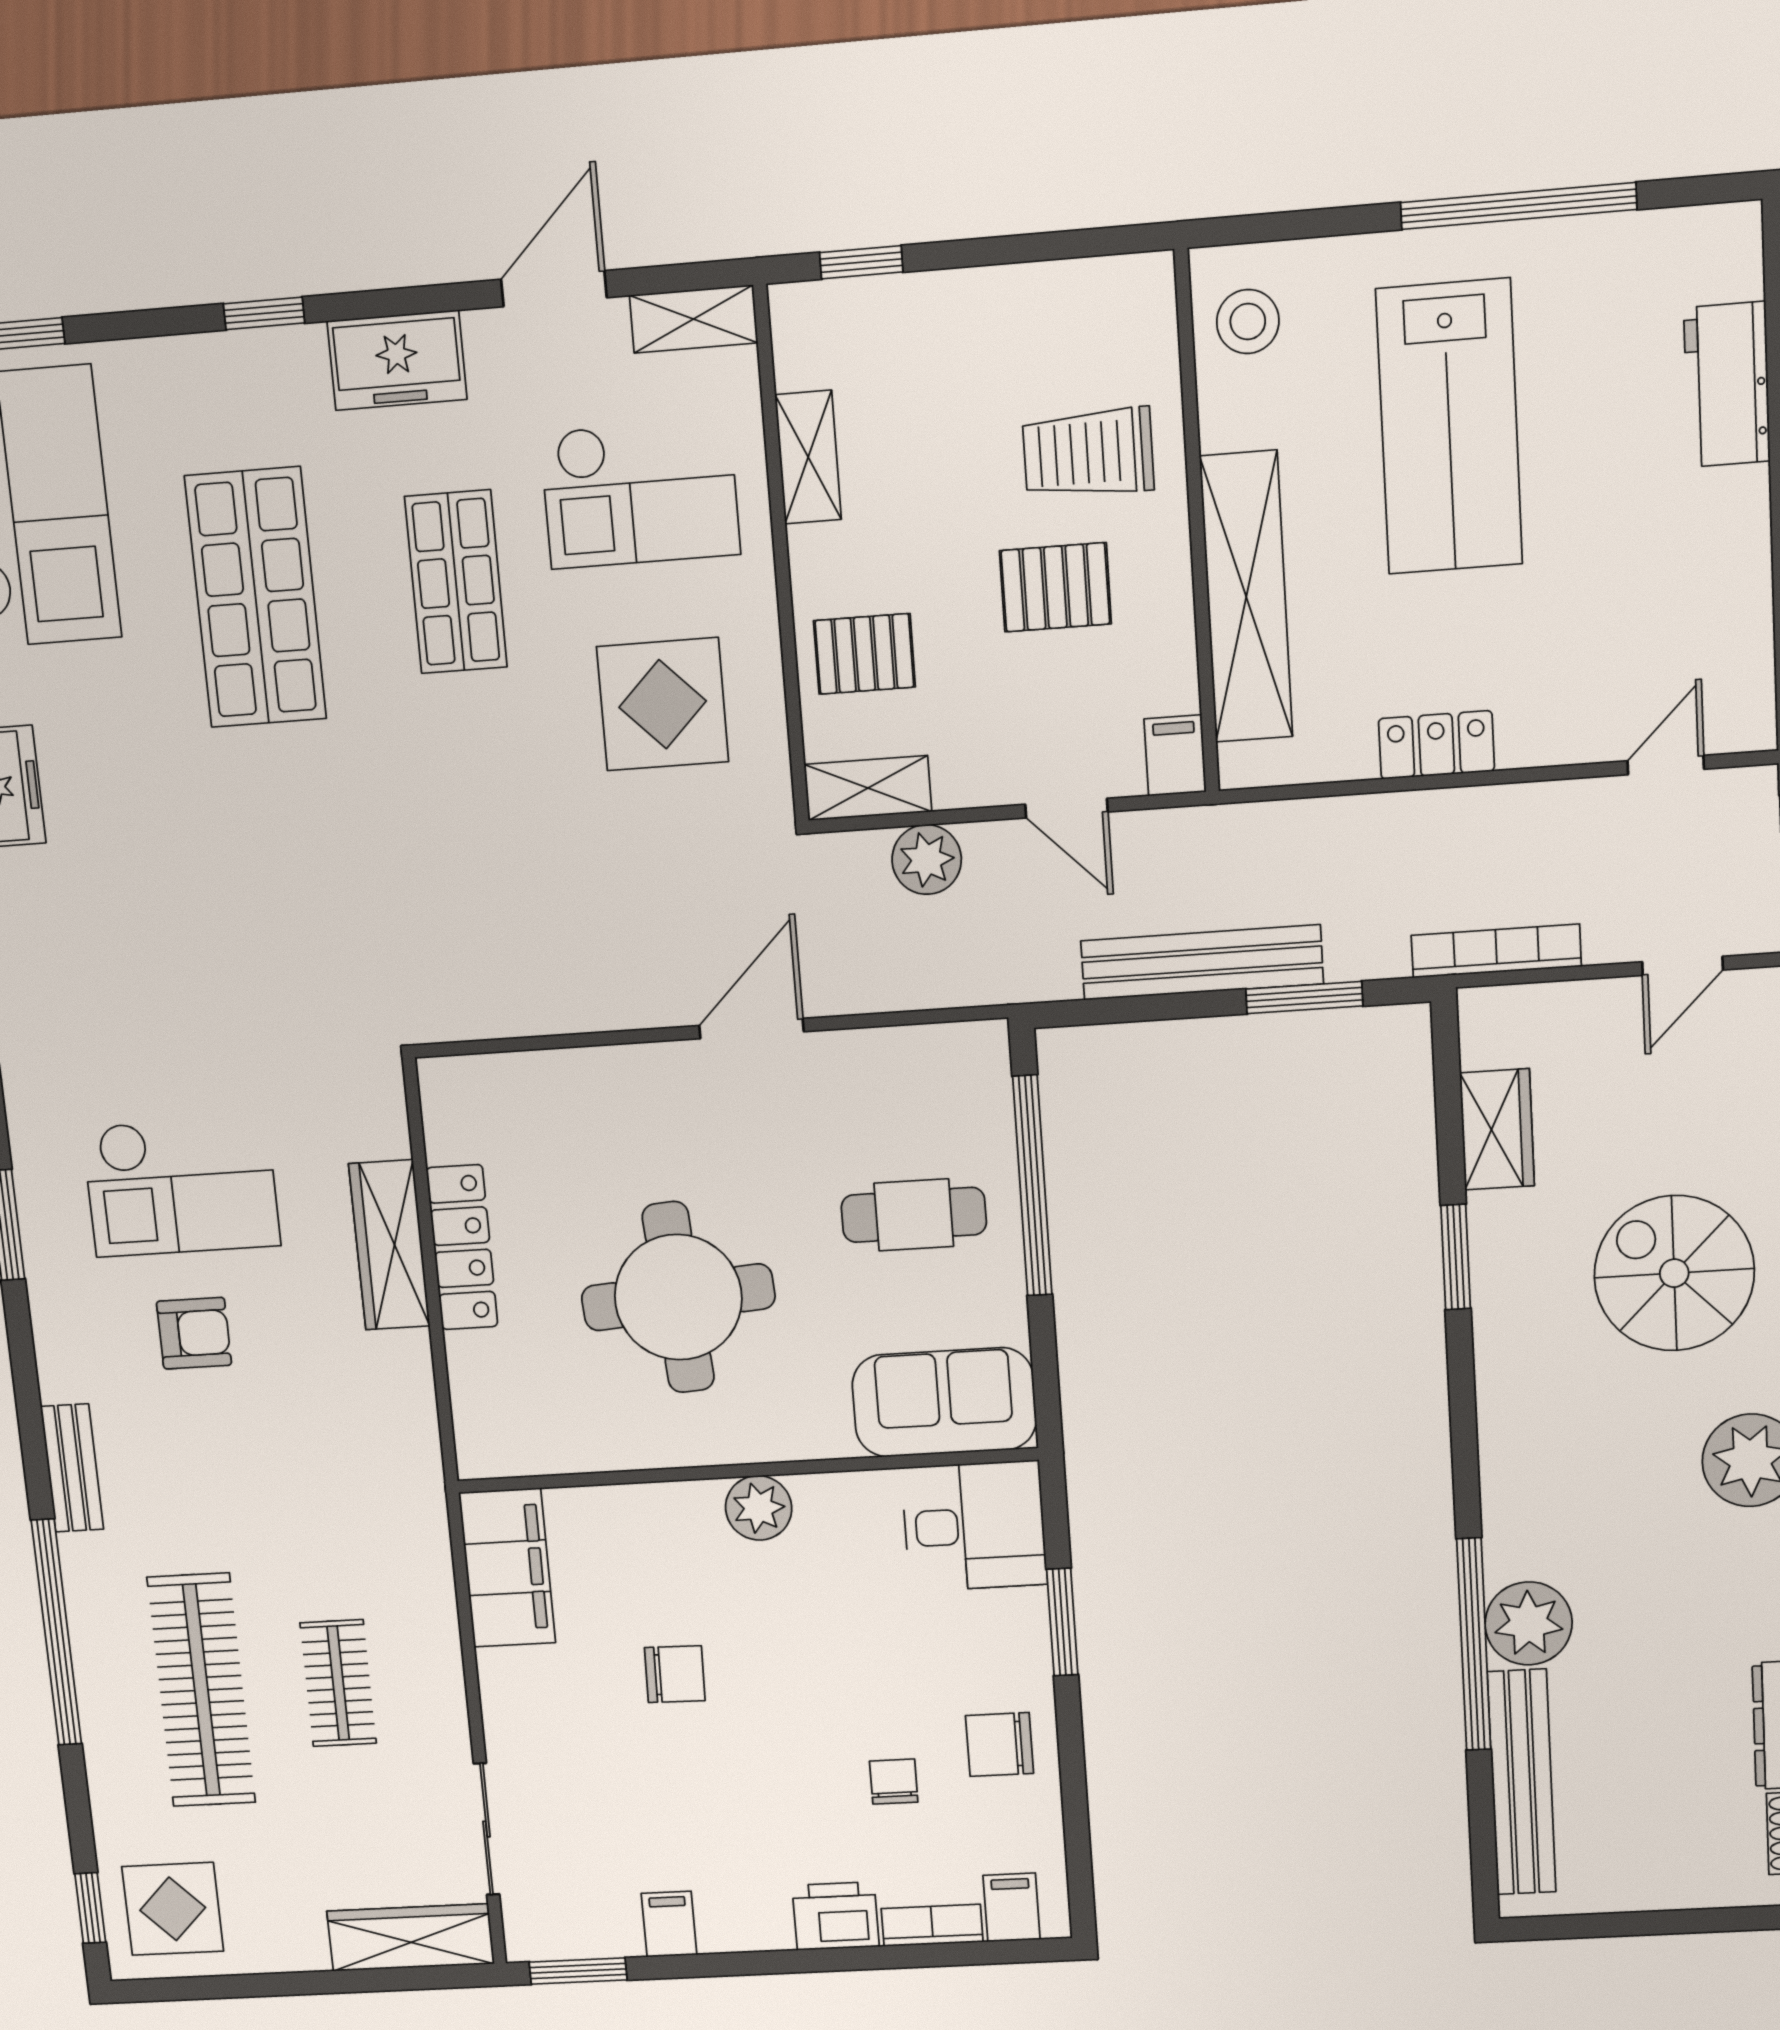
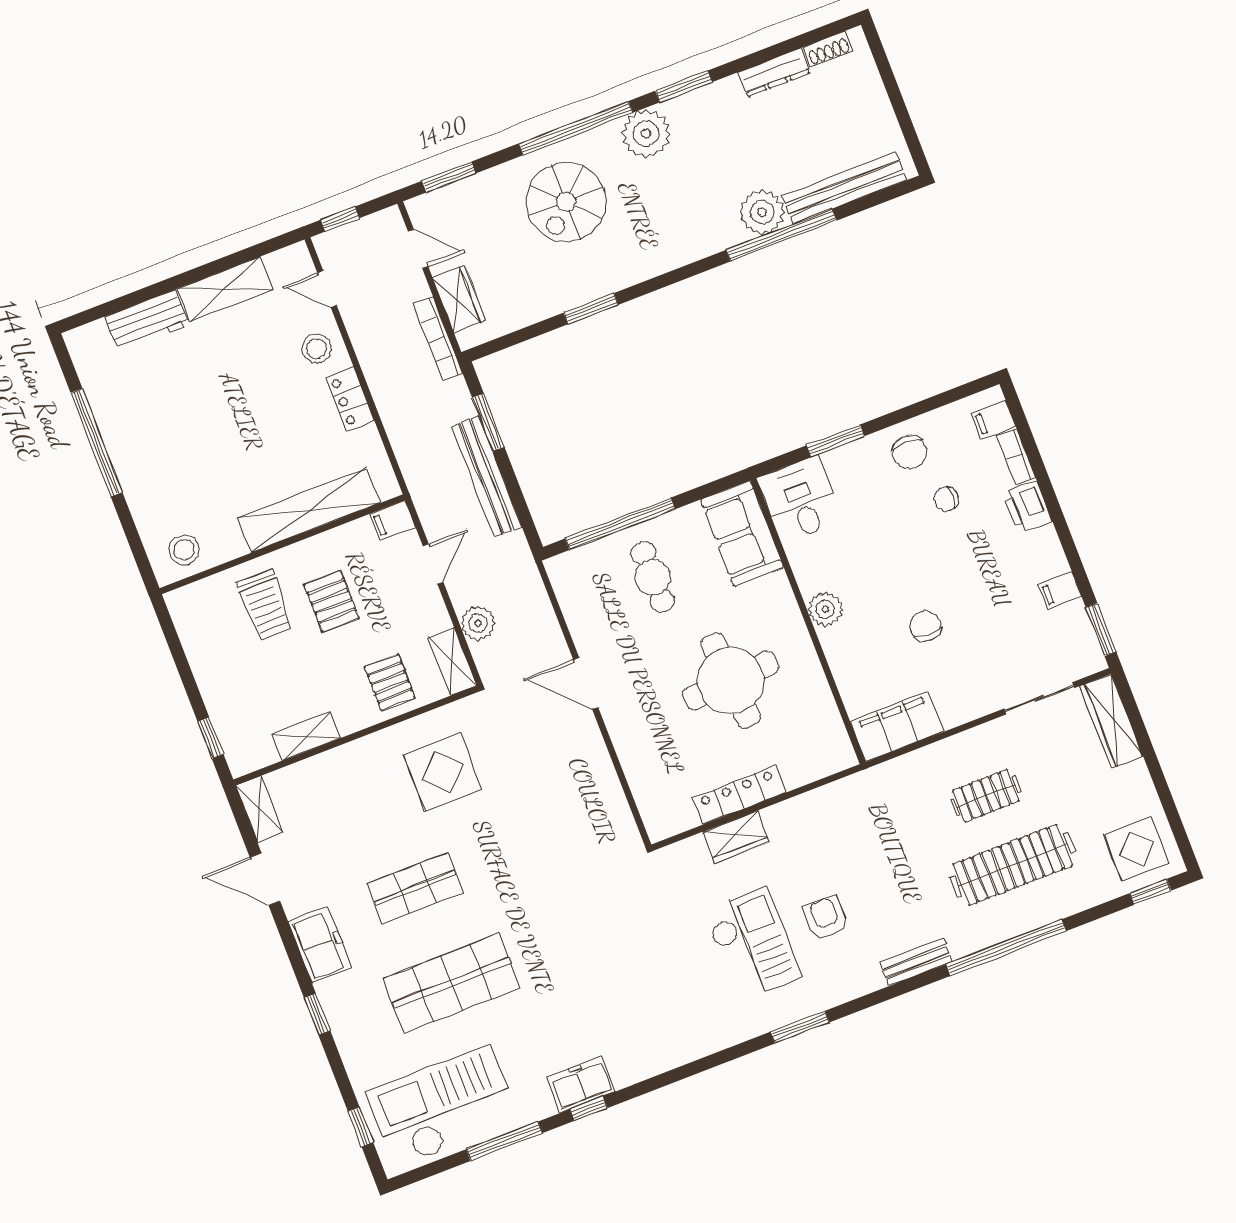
lab bench: (1449, 427) -> (204, 441), removed
checkout: (640, 493) -> (347, 811), removed
shelving: (1736, 562) -> (225, 289), added
stool: (1557, 709) -> (317, 349), added
wardrobe: (1497, 1129) -> (459, 299), moved, turned 90
wardrobe: (389, 1245) -> (736, 837), width x0.67

